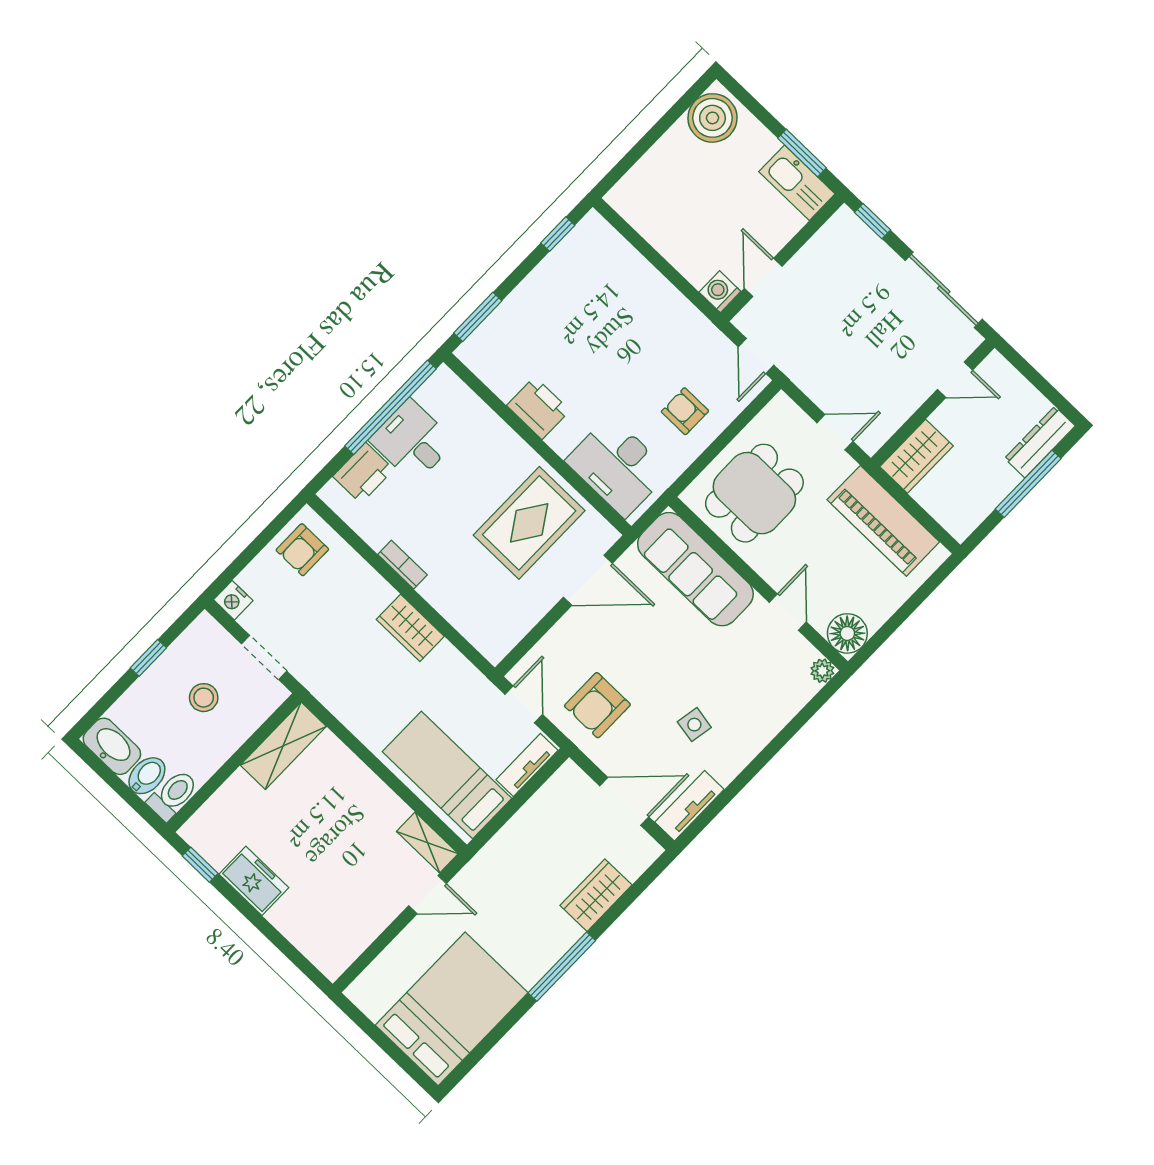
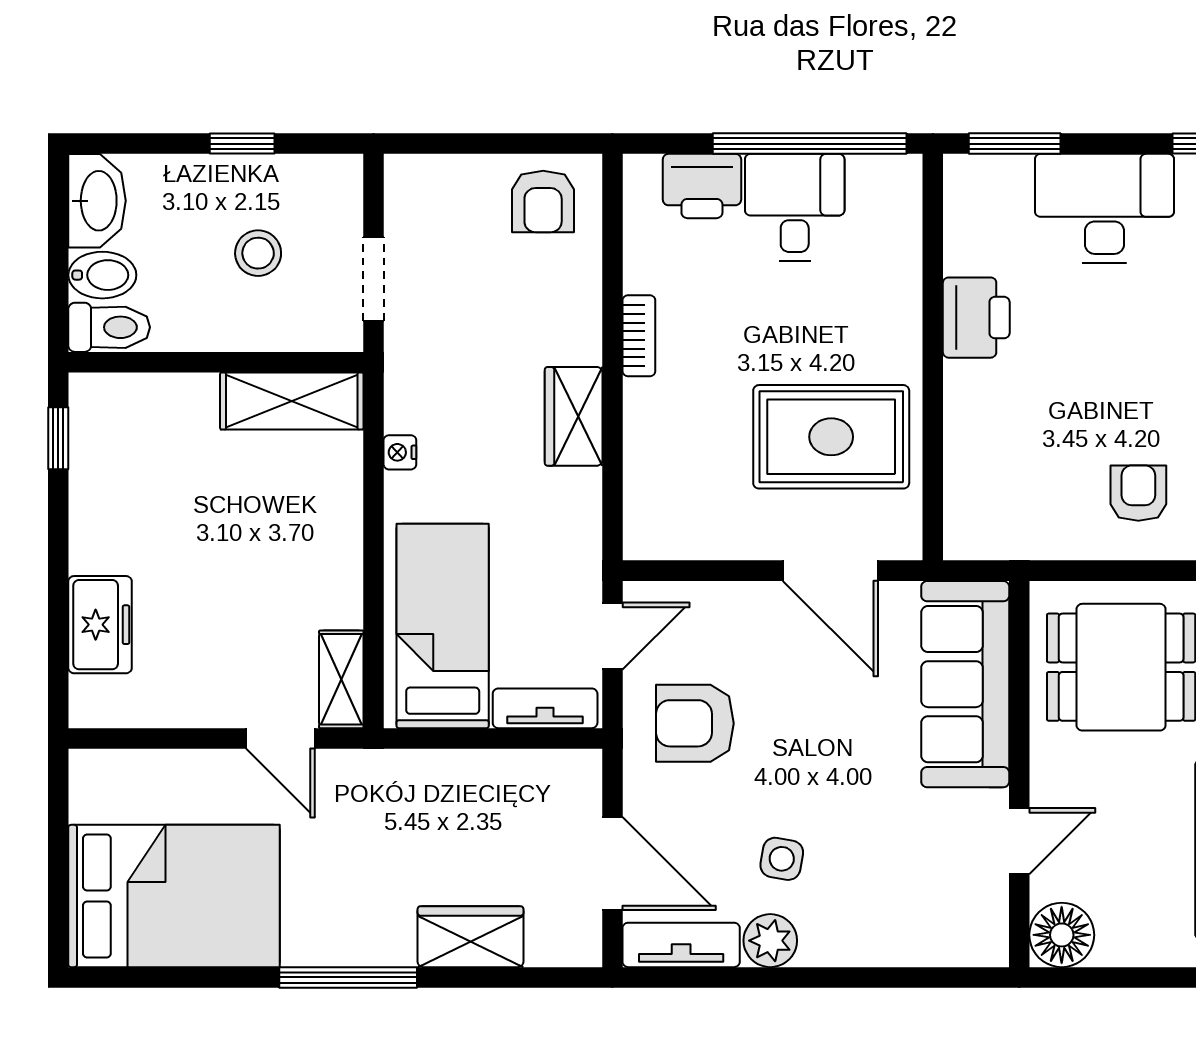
desk: (617, 466) -> (1104, 208), moved, turned 90
armchair: (302, 550) -> (543, 202), turned -90
nightstand: (233, 600) -> (400, 452), moved, width x0.72, depth x0.74
plant: (822, 671) -> (770, 941), moved, width x1.38, depth x1.38
freezer: (254, 881) -> (100, 625), moved

